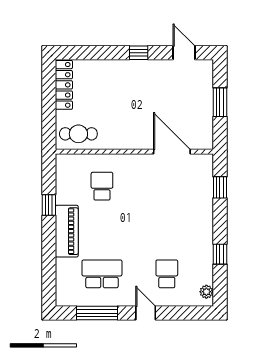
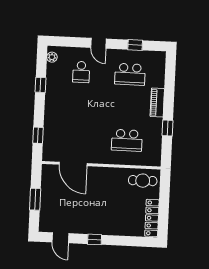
school desk: (102, 186) -> (127, 140), width x1.85
piano: (67, 231) -> (157, 103), width x0.73, depth x0.75
window: (97, 313) -> (135, 45), width x0.46

